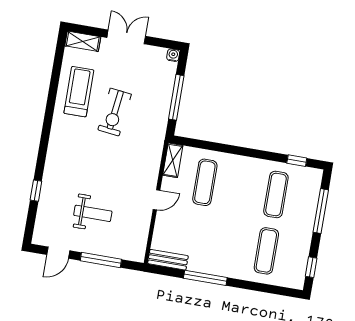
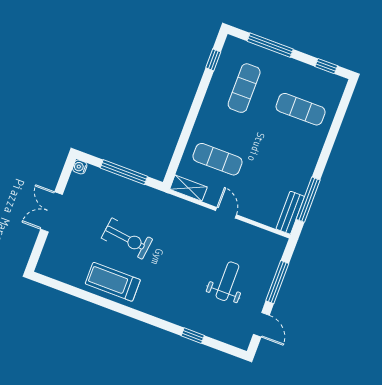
shelving: (83, 41) -> (48, 258), removed
treadmill: (79, 92) -> (113, 282), moved
exercise mat: (276, 194) -> (244, 88), turned 90
window: (205, 278) -> (308, 200), moved

